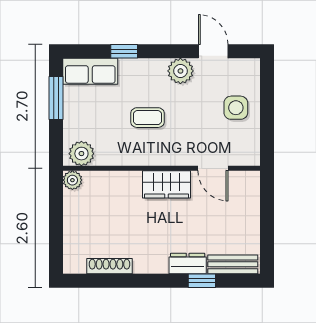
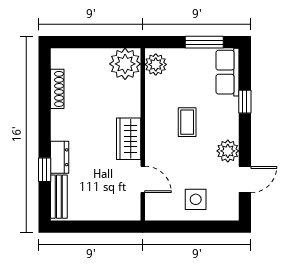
door: (213, 168) -> (143, 179), swing flipped
plant: (72, 180) -> (125, 64), width x1.88, depth x1.88

